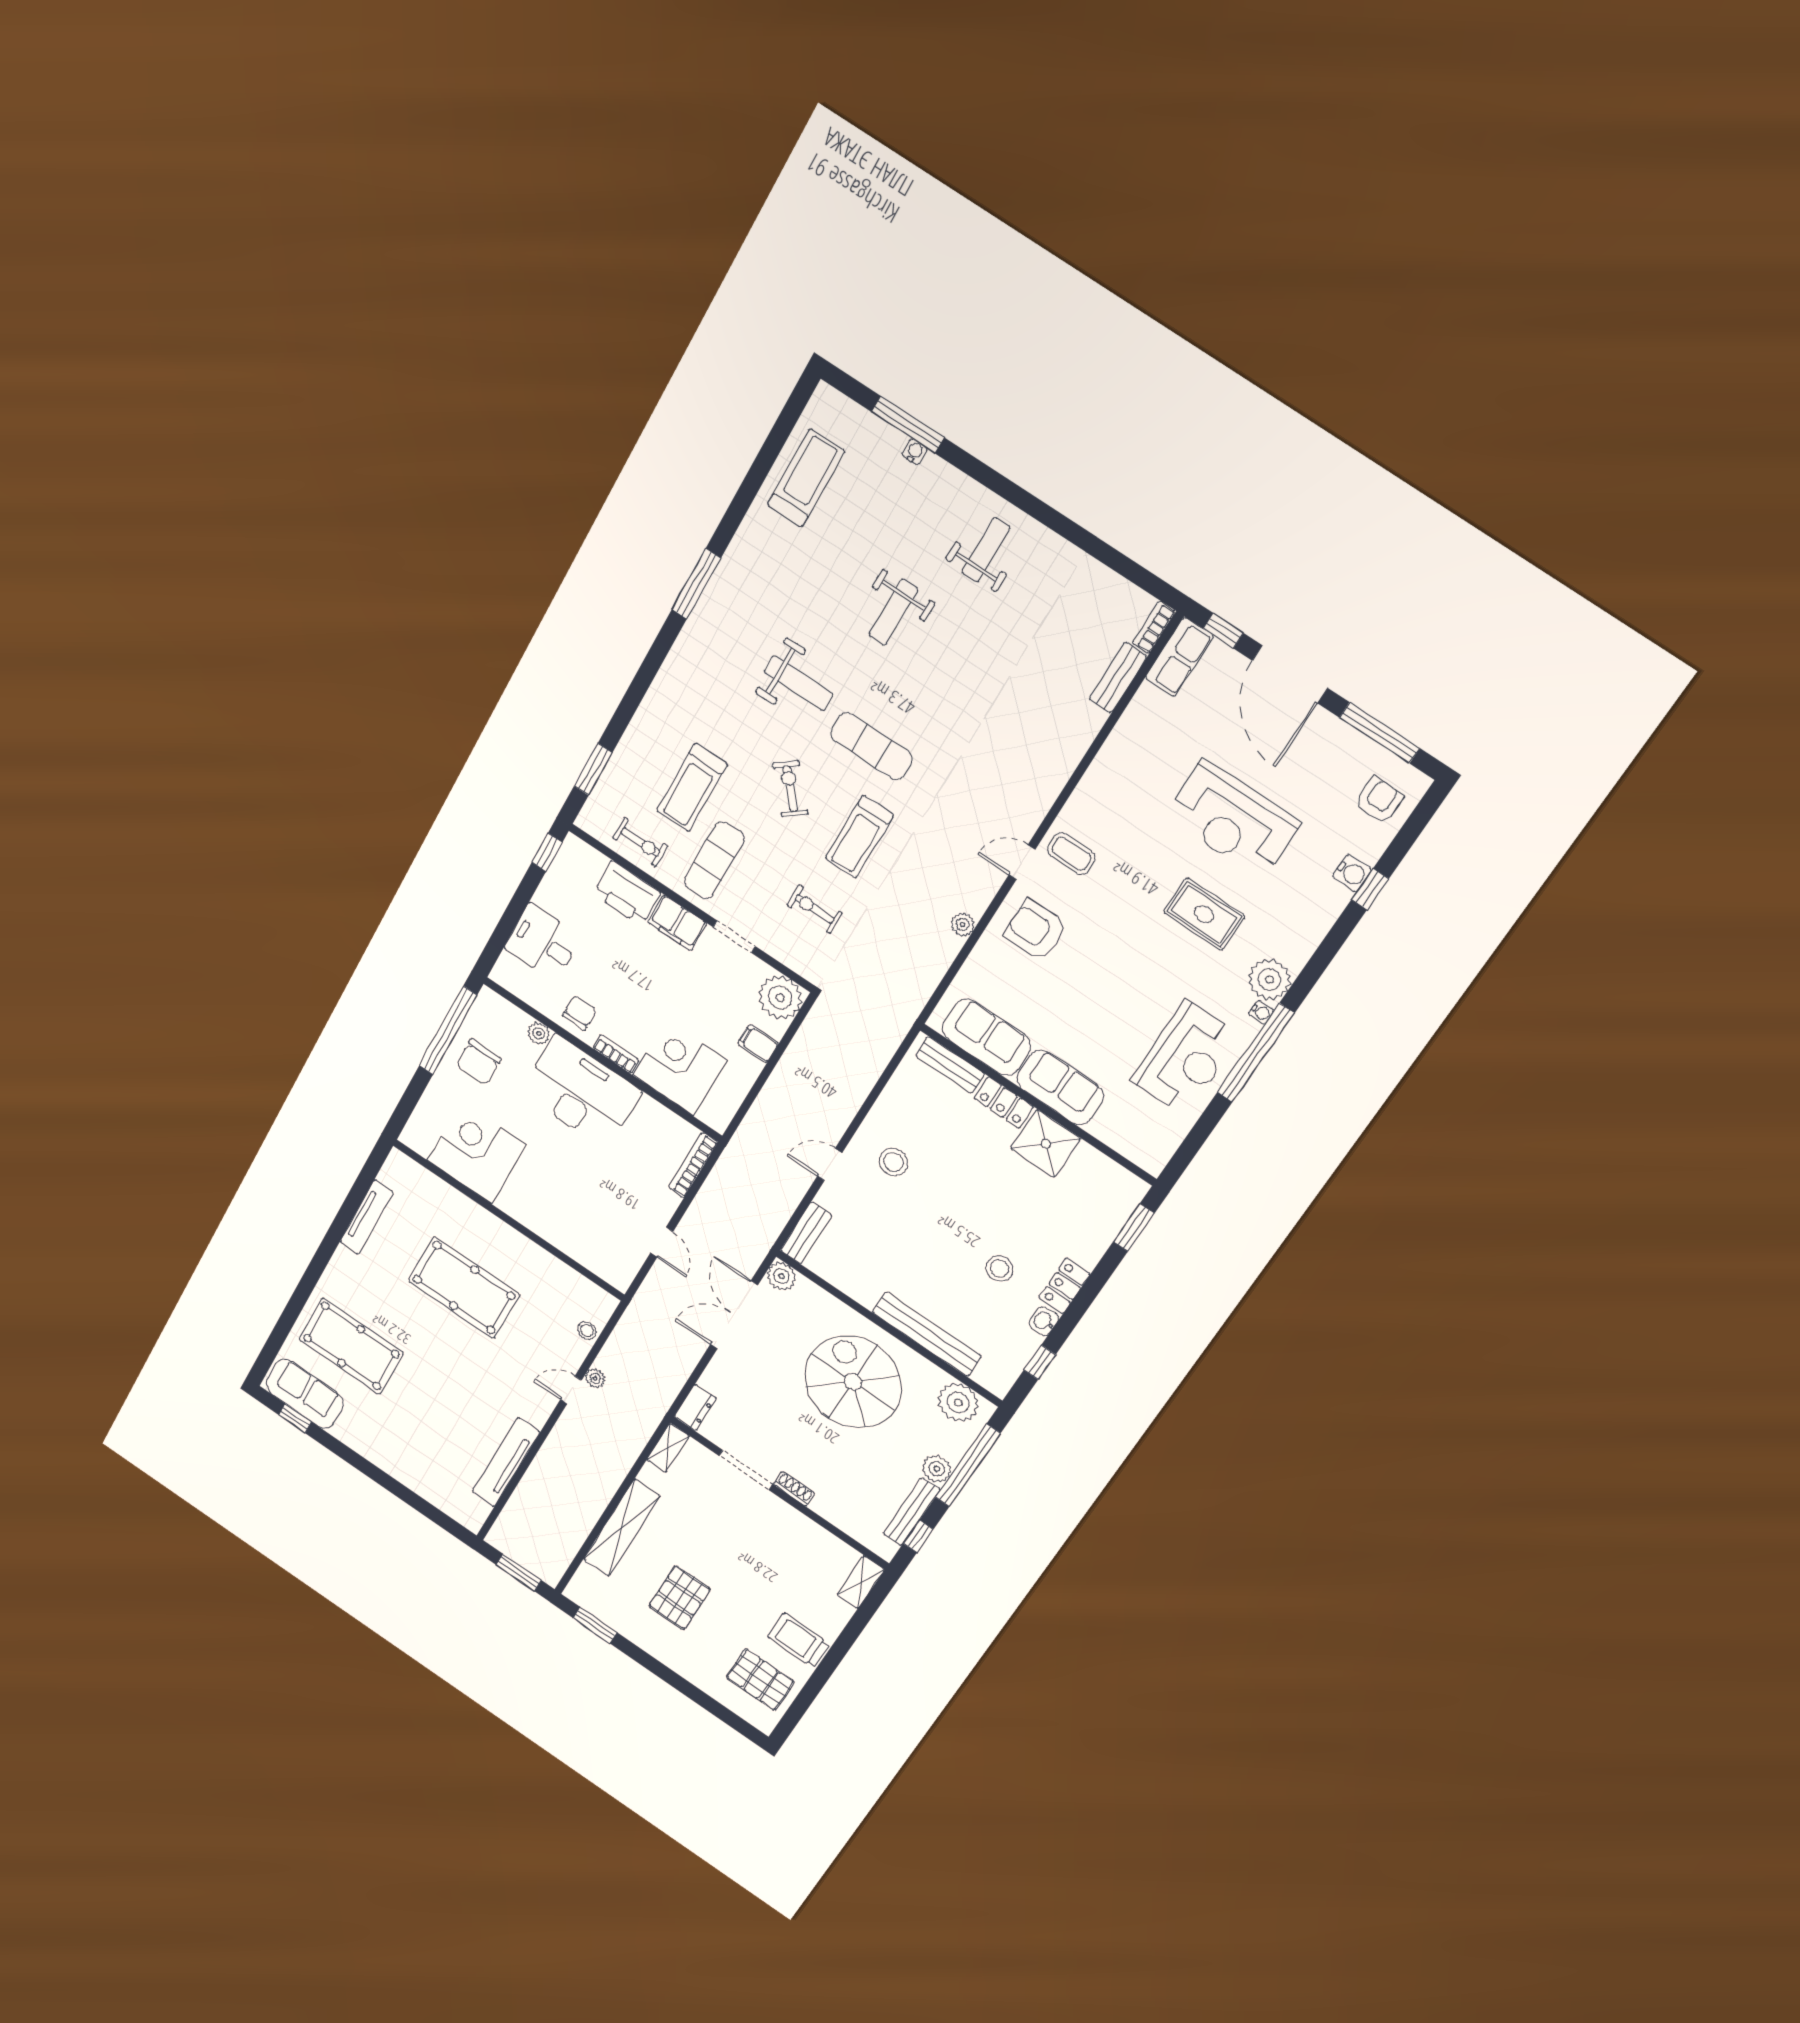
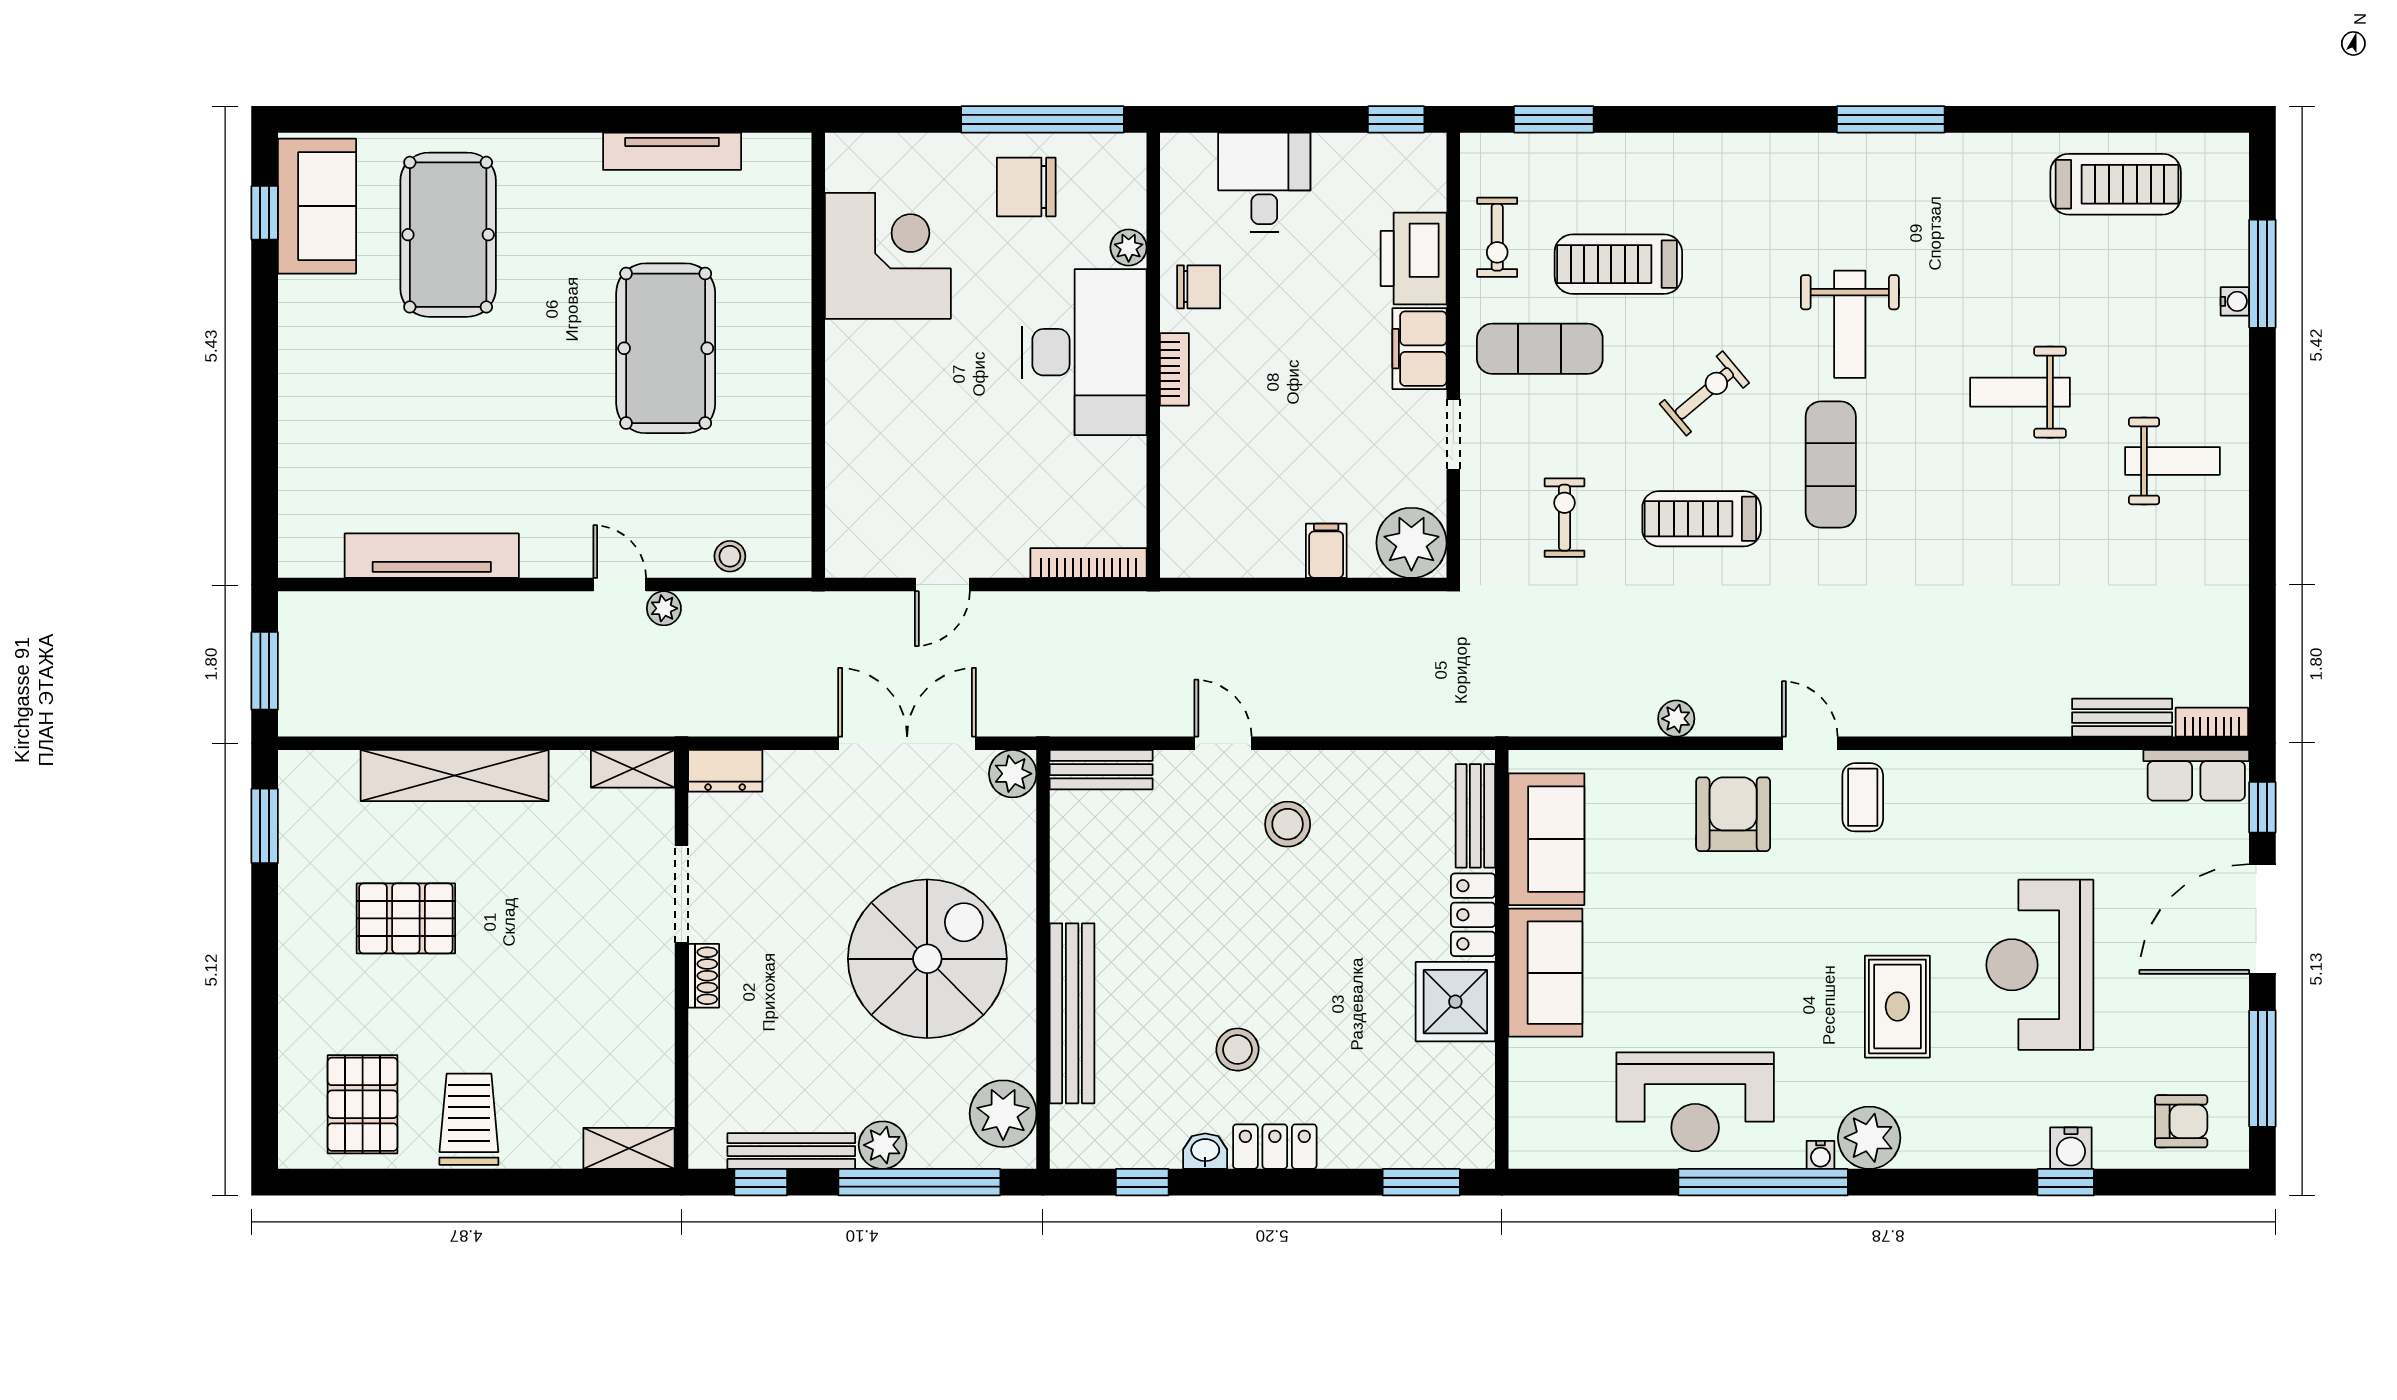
corner desk: (680, 1068) -> (1217, 466), removed

